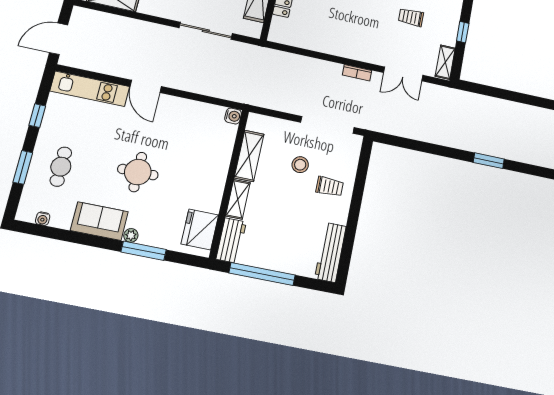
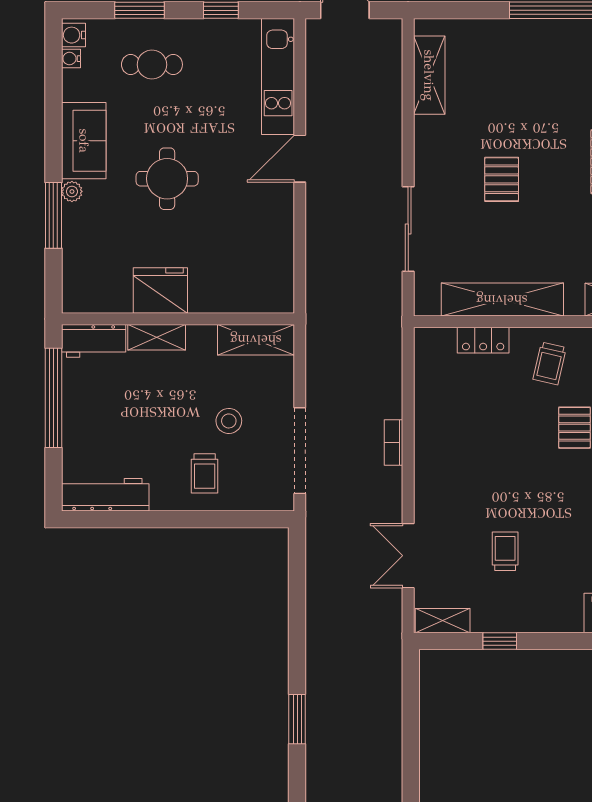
bookcase: (357, 73) -> (394, 443), moved
water cooler: (233, 116) -> (73, 35), moved, turned 90
shelving: (249, 156) -> (256, 340), moved
fridge: (200, 229) -> (160, 291), moved

